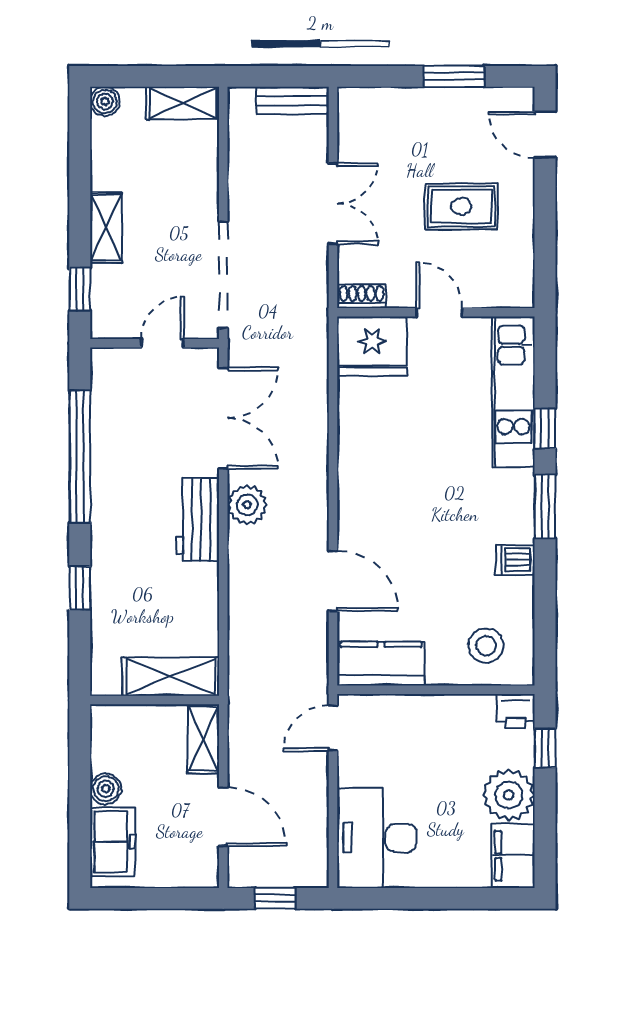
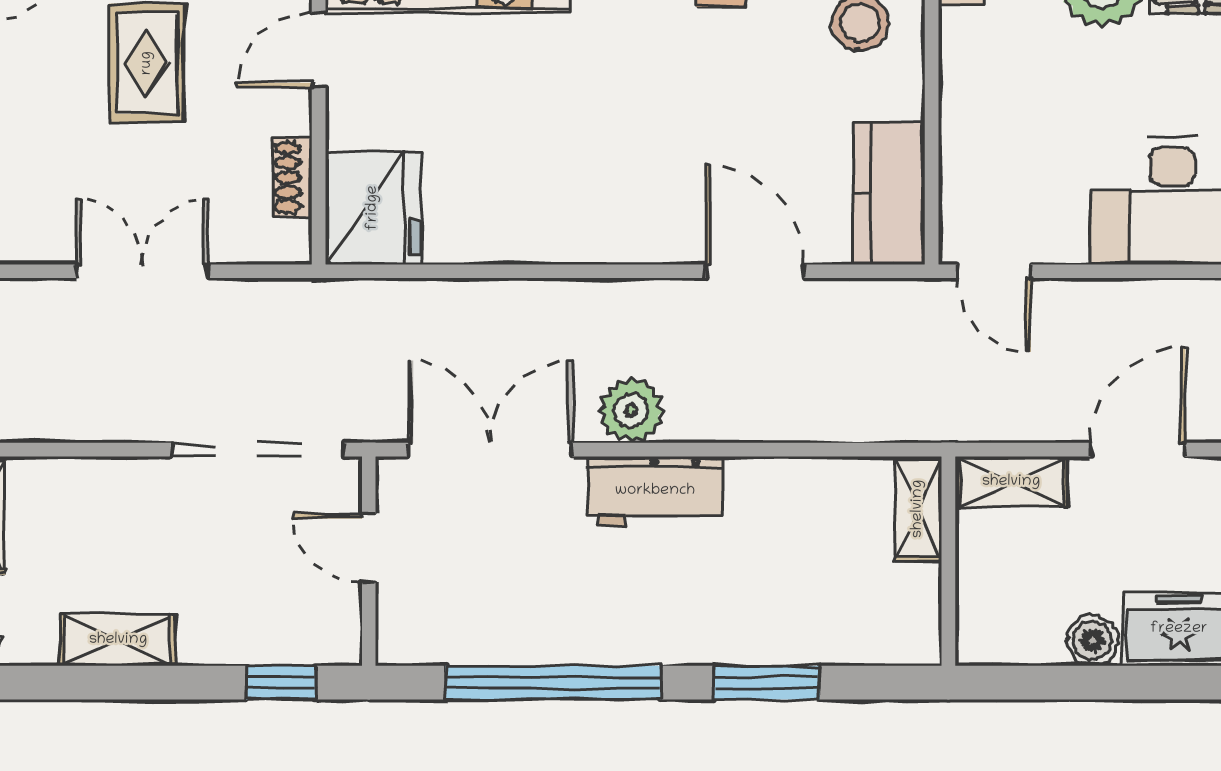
shelving: (106, 227) -> (118, 640), moved
shoe rack: (362, 296) -> (293, 178), moved
door: (439, 312) -> (319, 50), moved
door: (333, 581) -> (755, 271), hinge flipped
window: (80, 588) -> (767, 683), width x1.50
shelving: (171, 677) -> (918, 509), width x0.67, depth x0.75

